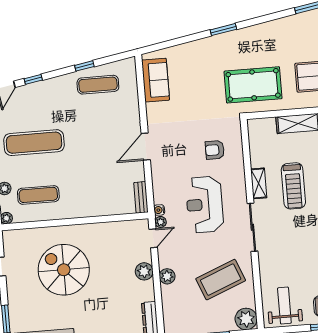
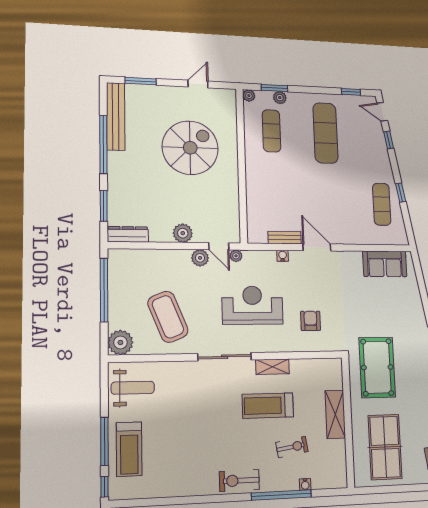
bench: (141, 197) -> (285, 238), moved
water cooler: (159, 210) -> (283, 256), moved
plant: (167, 276) -> (200, 258), moved

